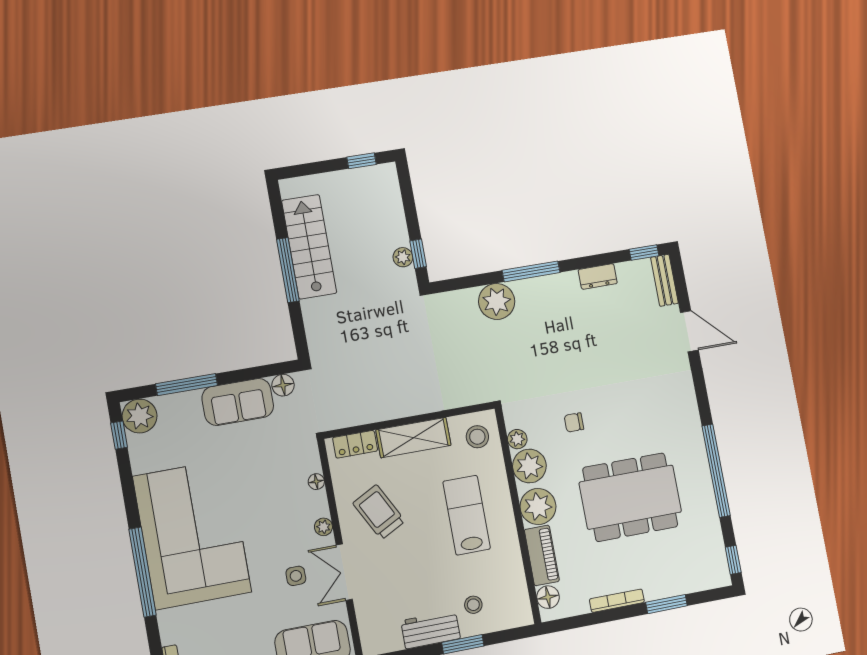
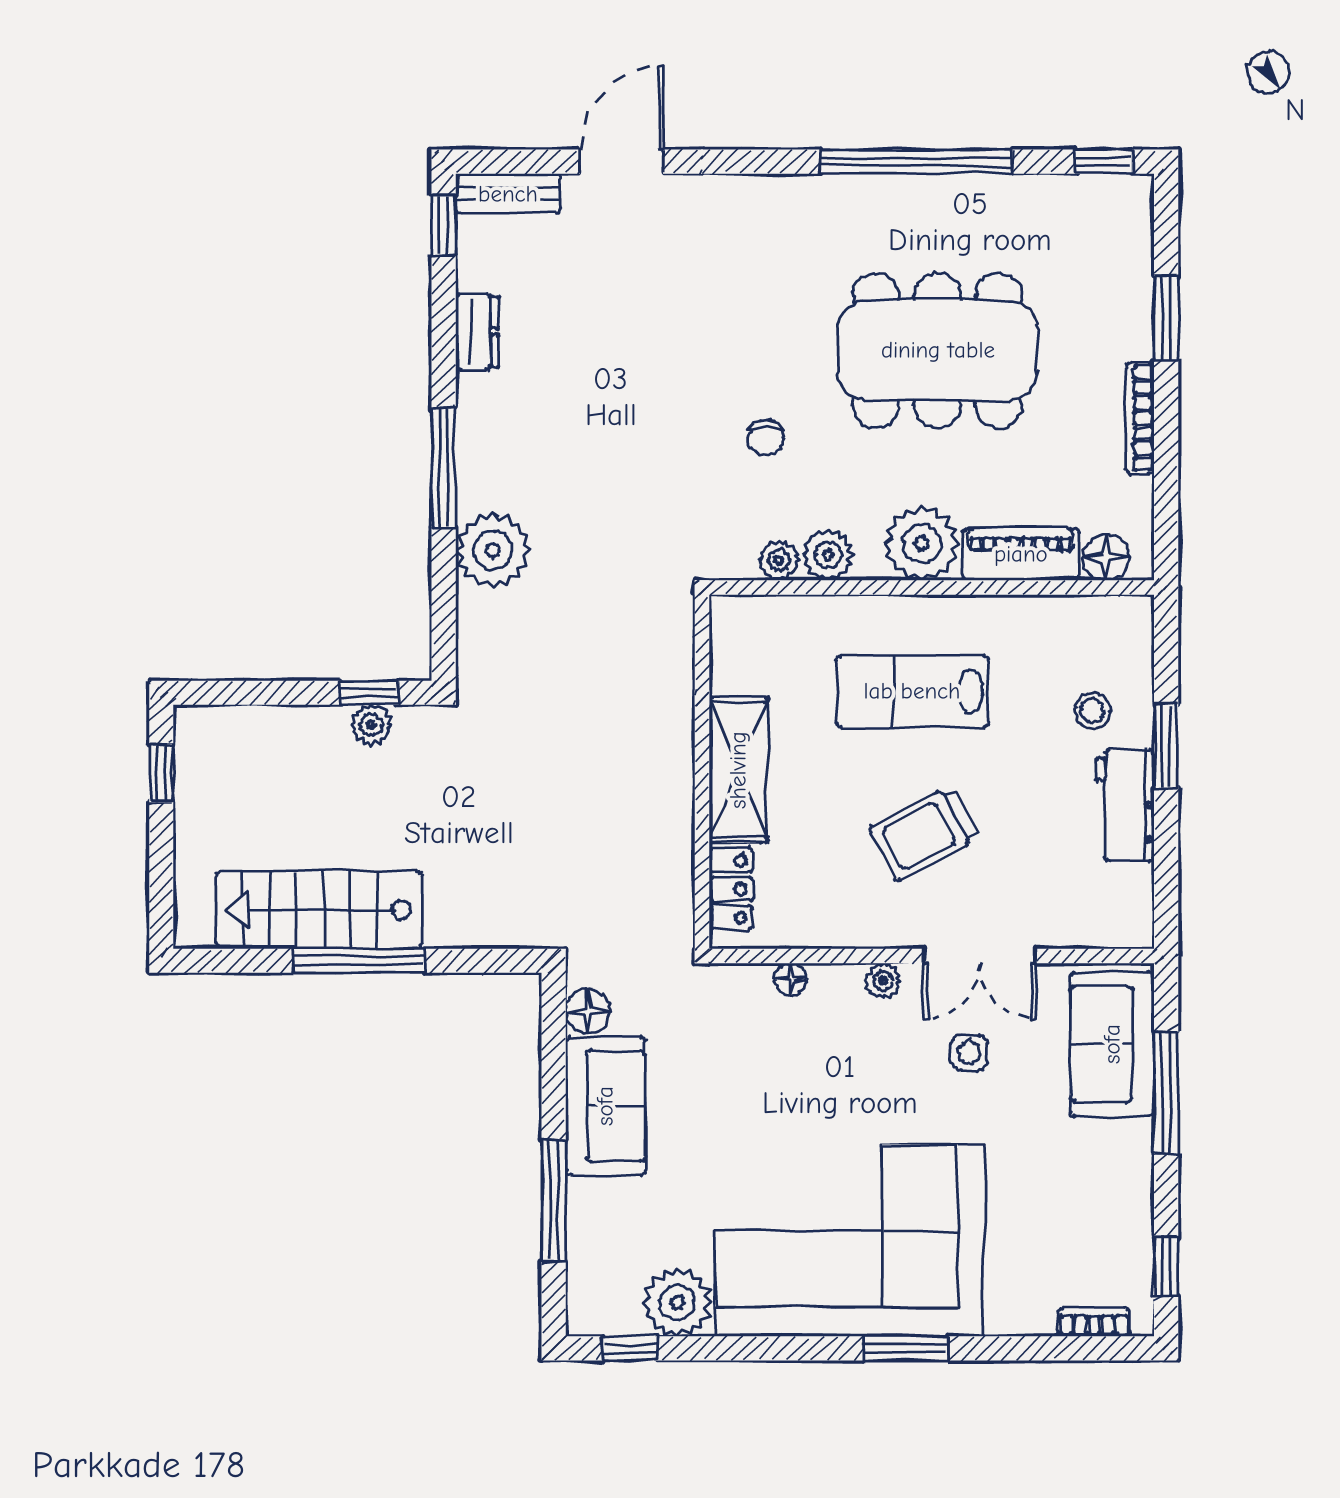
plant: (140, 416) -> (677, 1302), moved
stool: (477, 437) -> (759, 641), removed
plant: (529, 466) -> (828, 555), width x0.73, depth x0.73
dining table: (630, 497) -> (938, 350), turned 90
trolley: (379, 512) -> (925, 833), moved
window: (143, 572) -> (905, 1348), width x0.47

